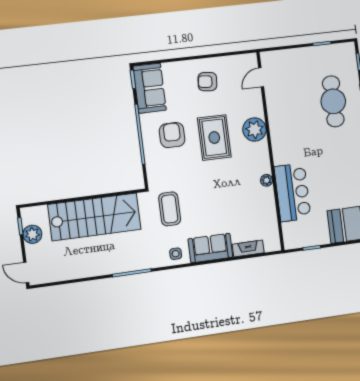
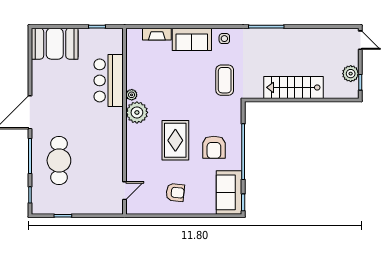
plant: (255, 129) -> (137, 112), moved
stairs: (94, 217) -> (294, 87), width x0.73, depth x0.66

